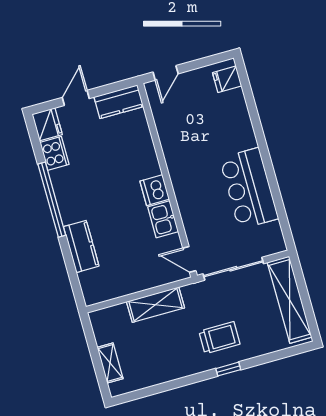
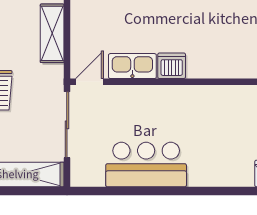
kitchen sink: (163, 219) -> (132, 66), width x1.38

